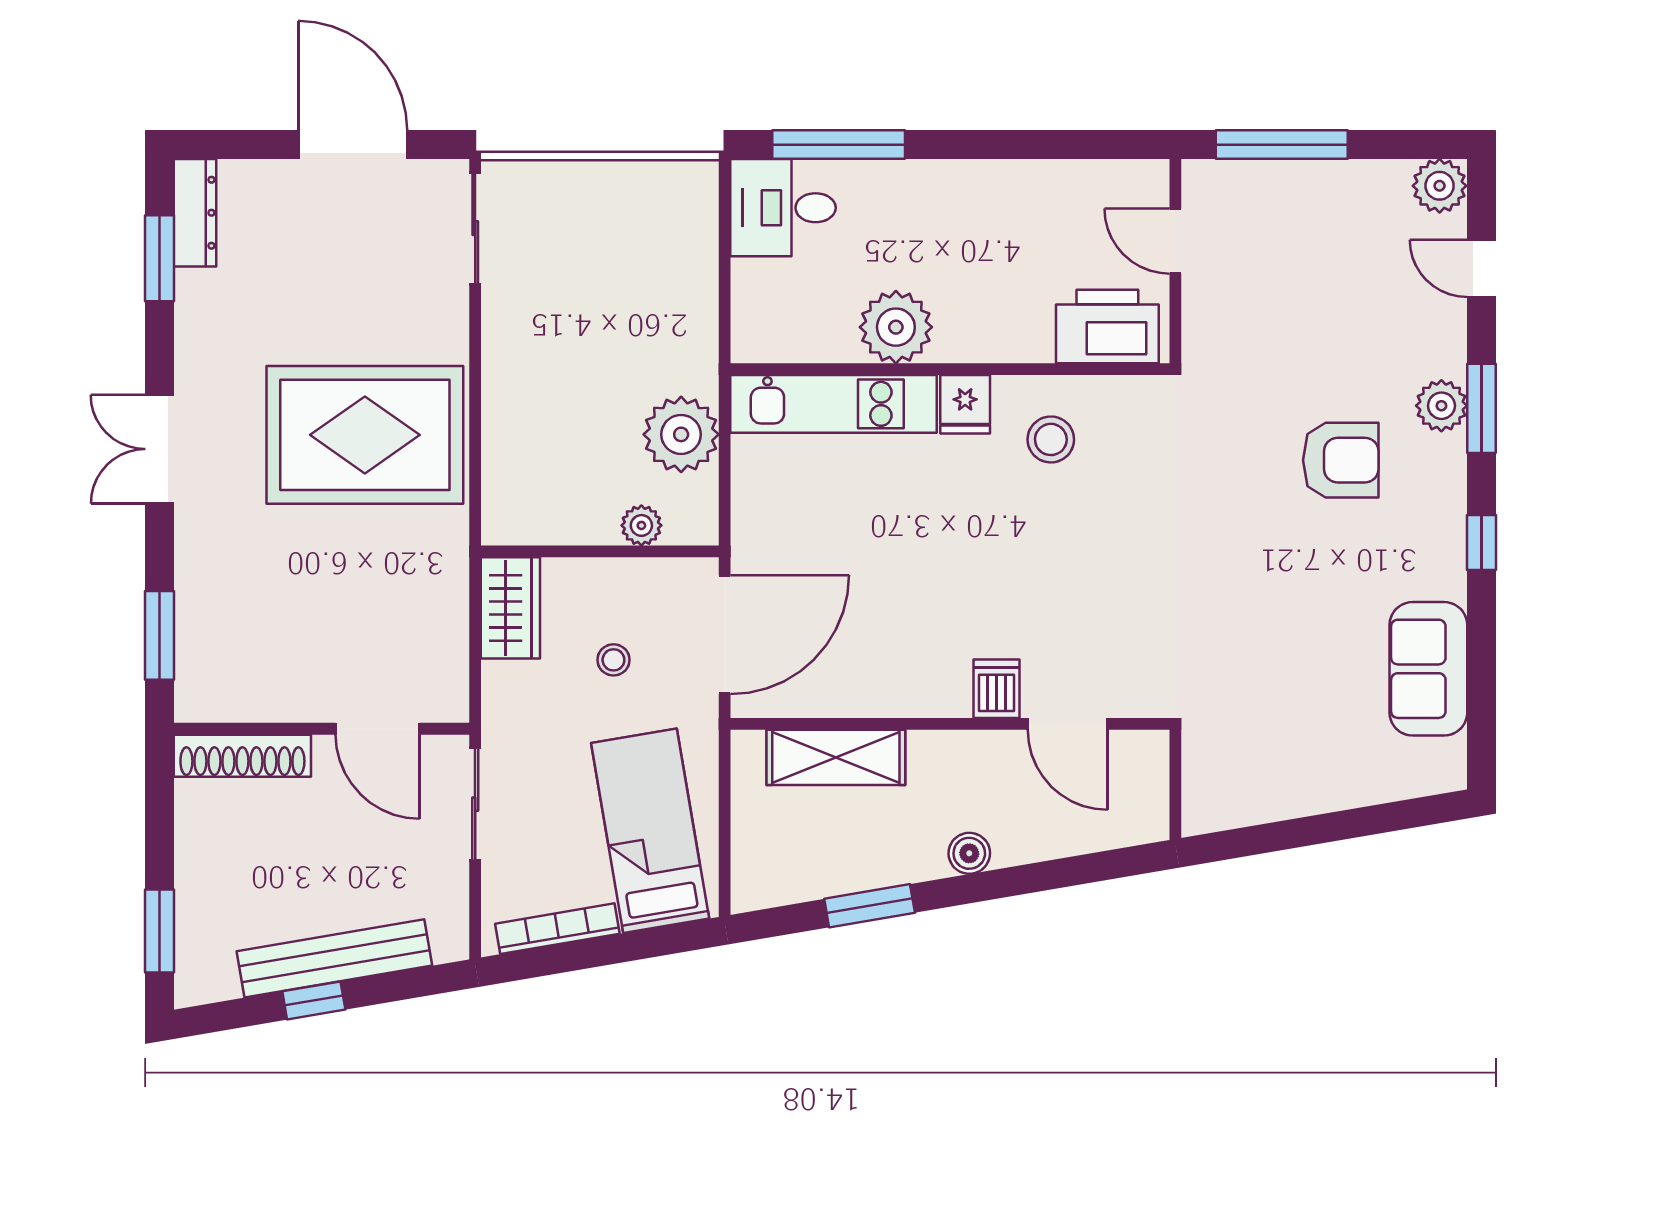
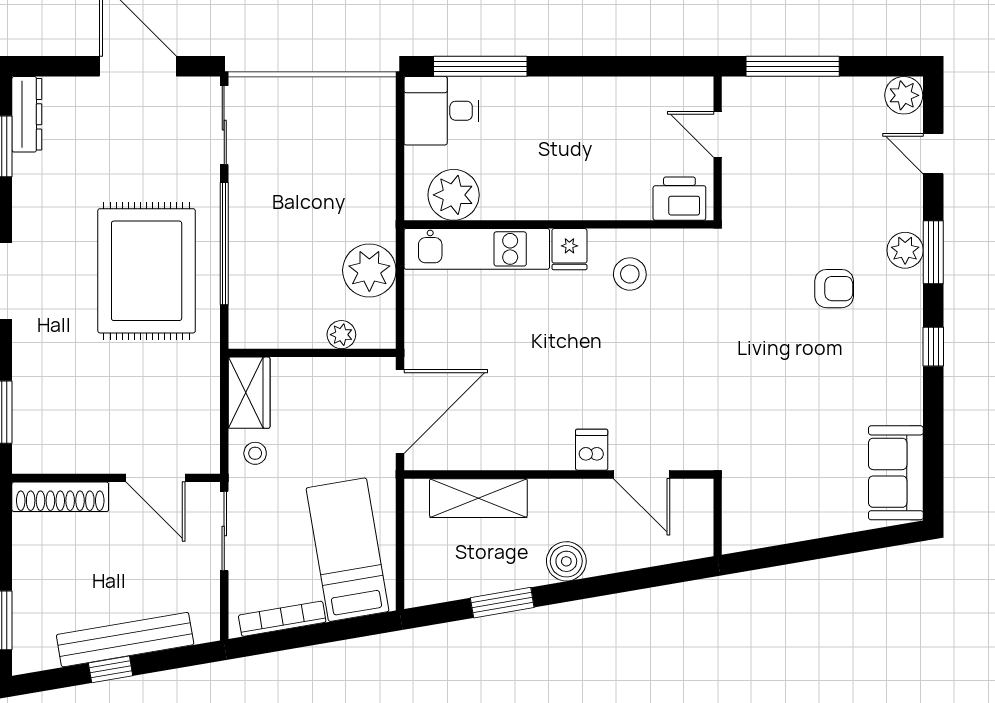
printer: (1107, 326) -> (679, 199), width x0.73, depth x0.84
plant: (896, 327) -> (454, 195), moved
window: (475, 396) -> (224, 244), added
rug: (365, 435) -> (147, 271), turned 90
armchair: (1341, 460) -> (834, 289), width x0.72, depth x0.72
stool: (613, 660) -> (255, 453), moved
sofa: (1428, 669) -> (896, 473), moved
boiler: (969, 853) -> (566, 561), width x1.36, depth x1.36

